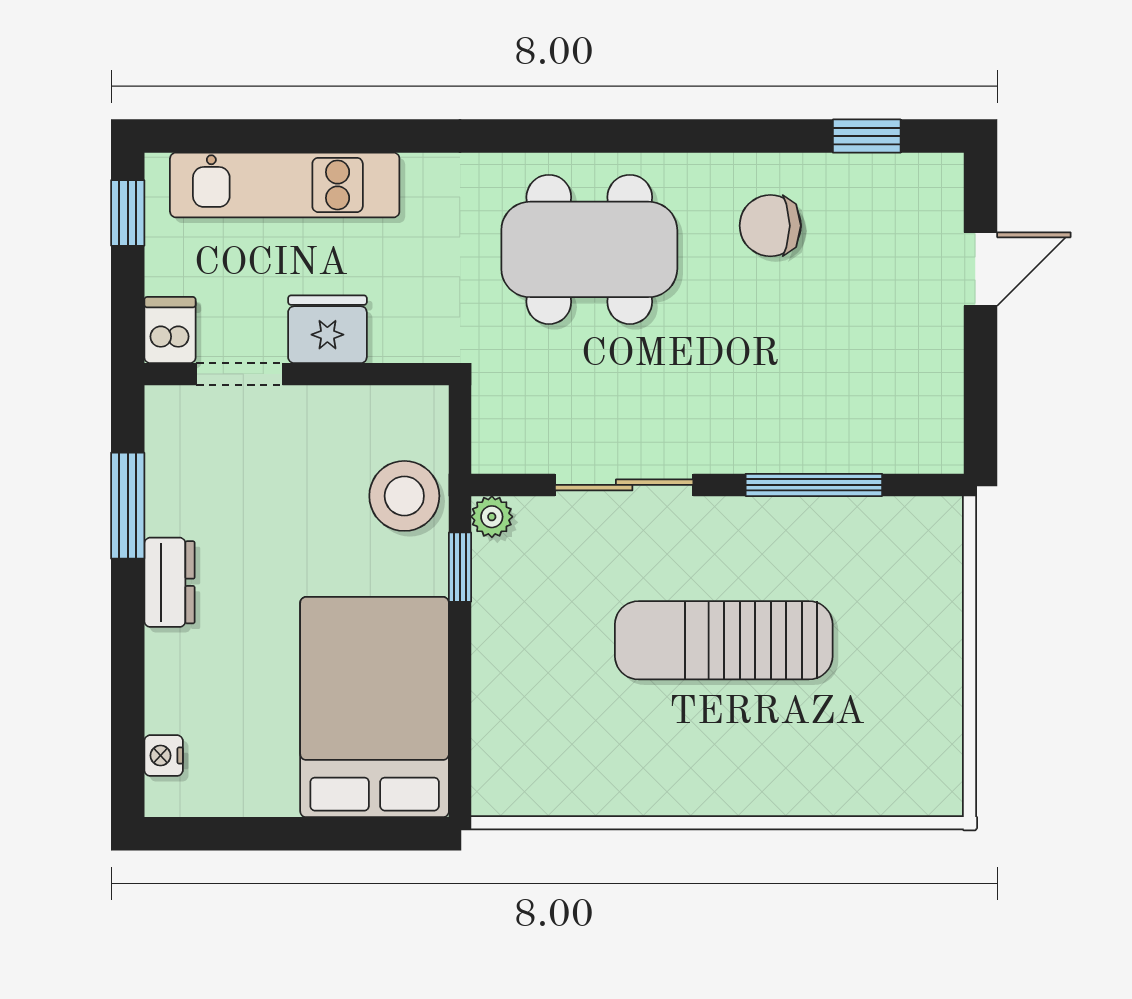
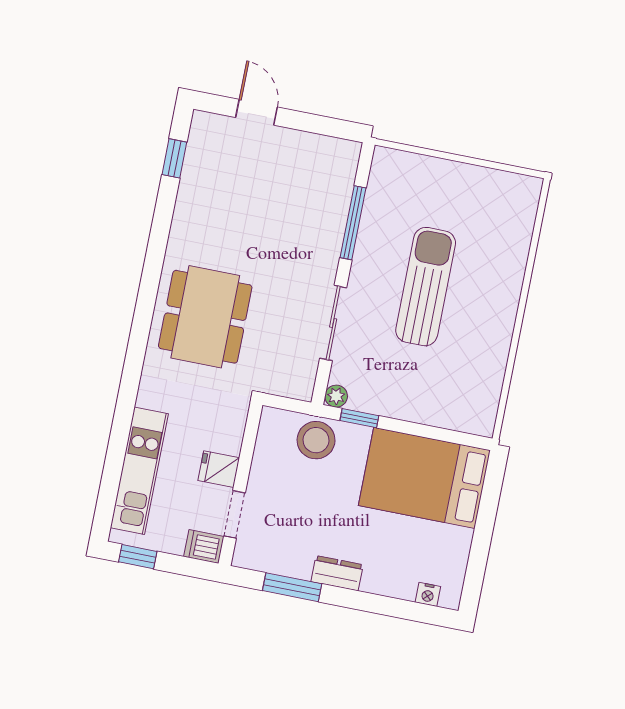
chair: (770, 226) -> (212, 219), removed
fridge: (327, 329) -> (219, 469), width x0.72
sun lounger: (724, 640) -> (426, 287), turned 180

